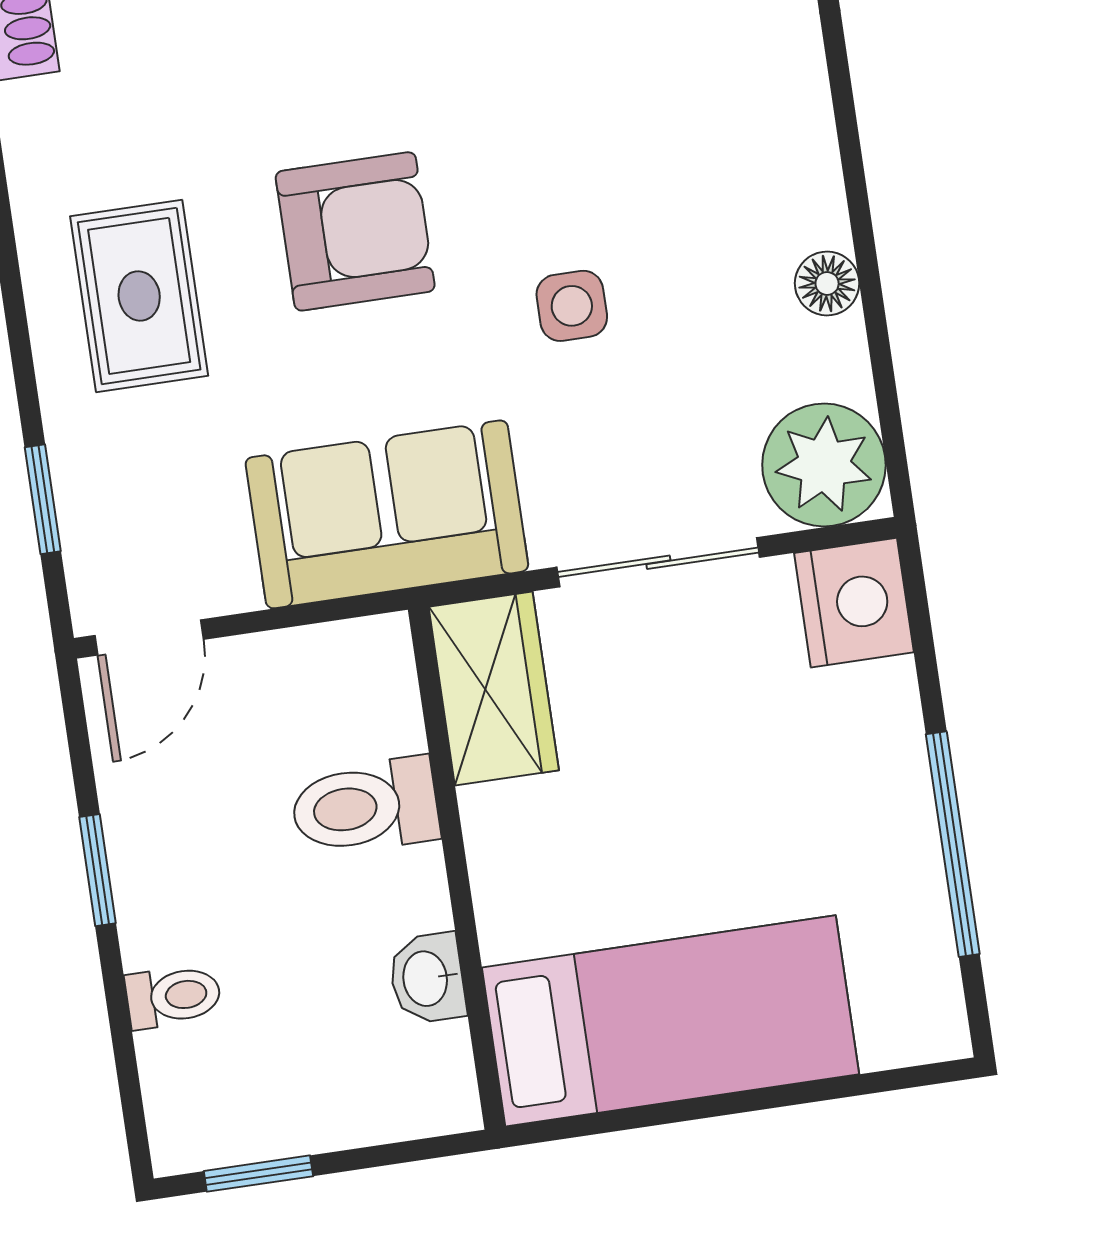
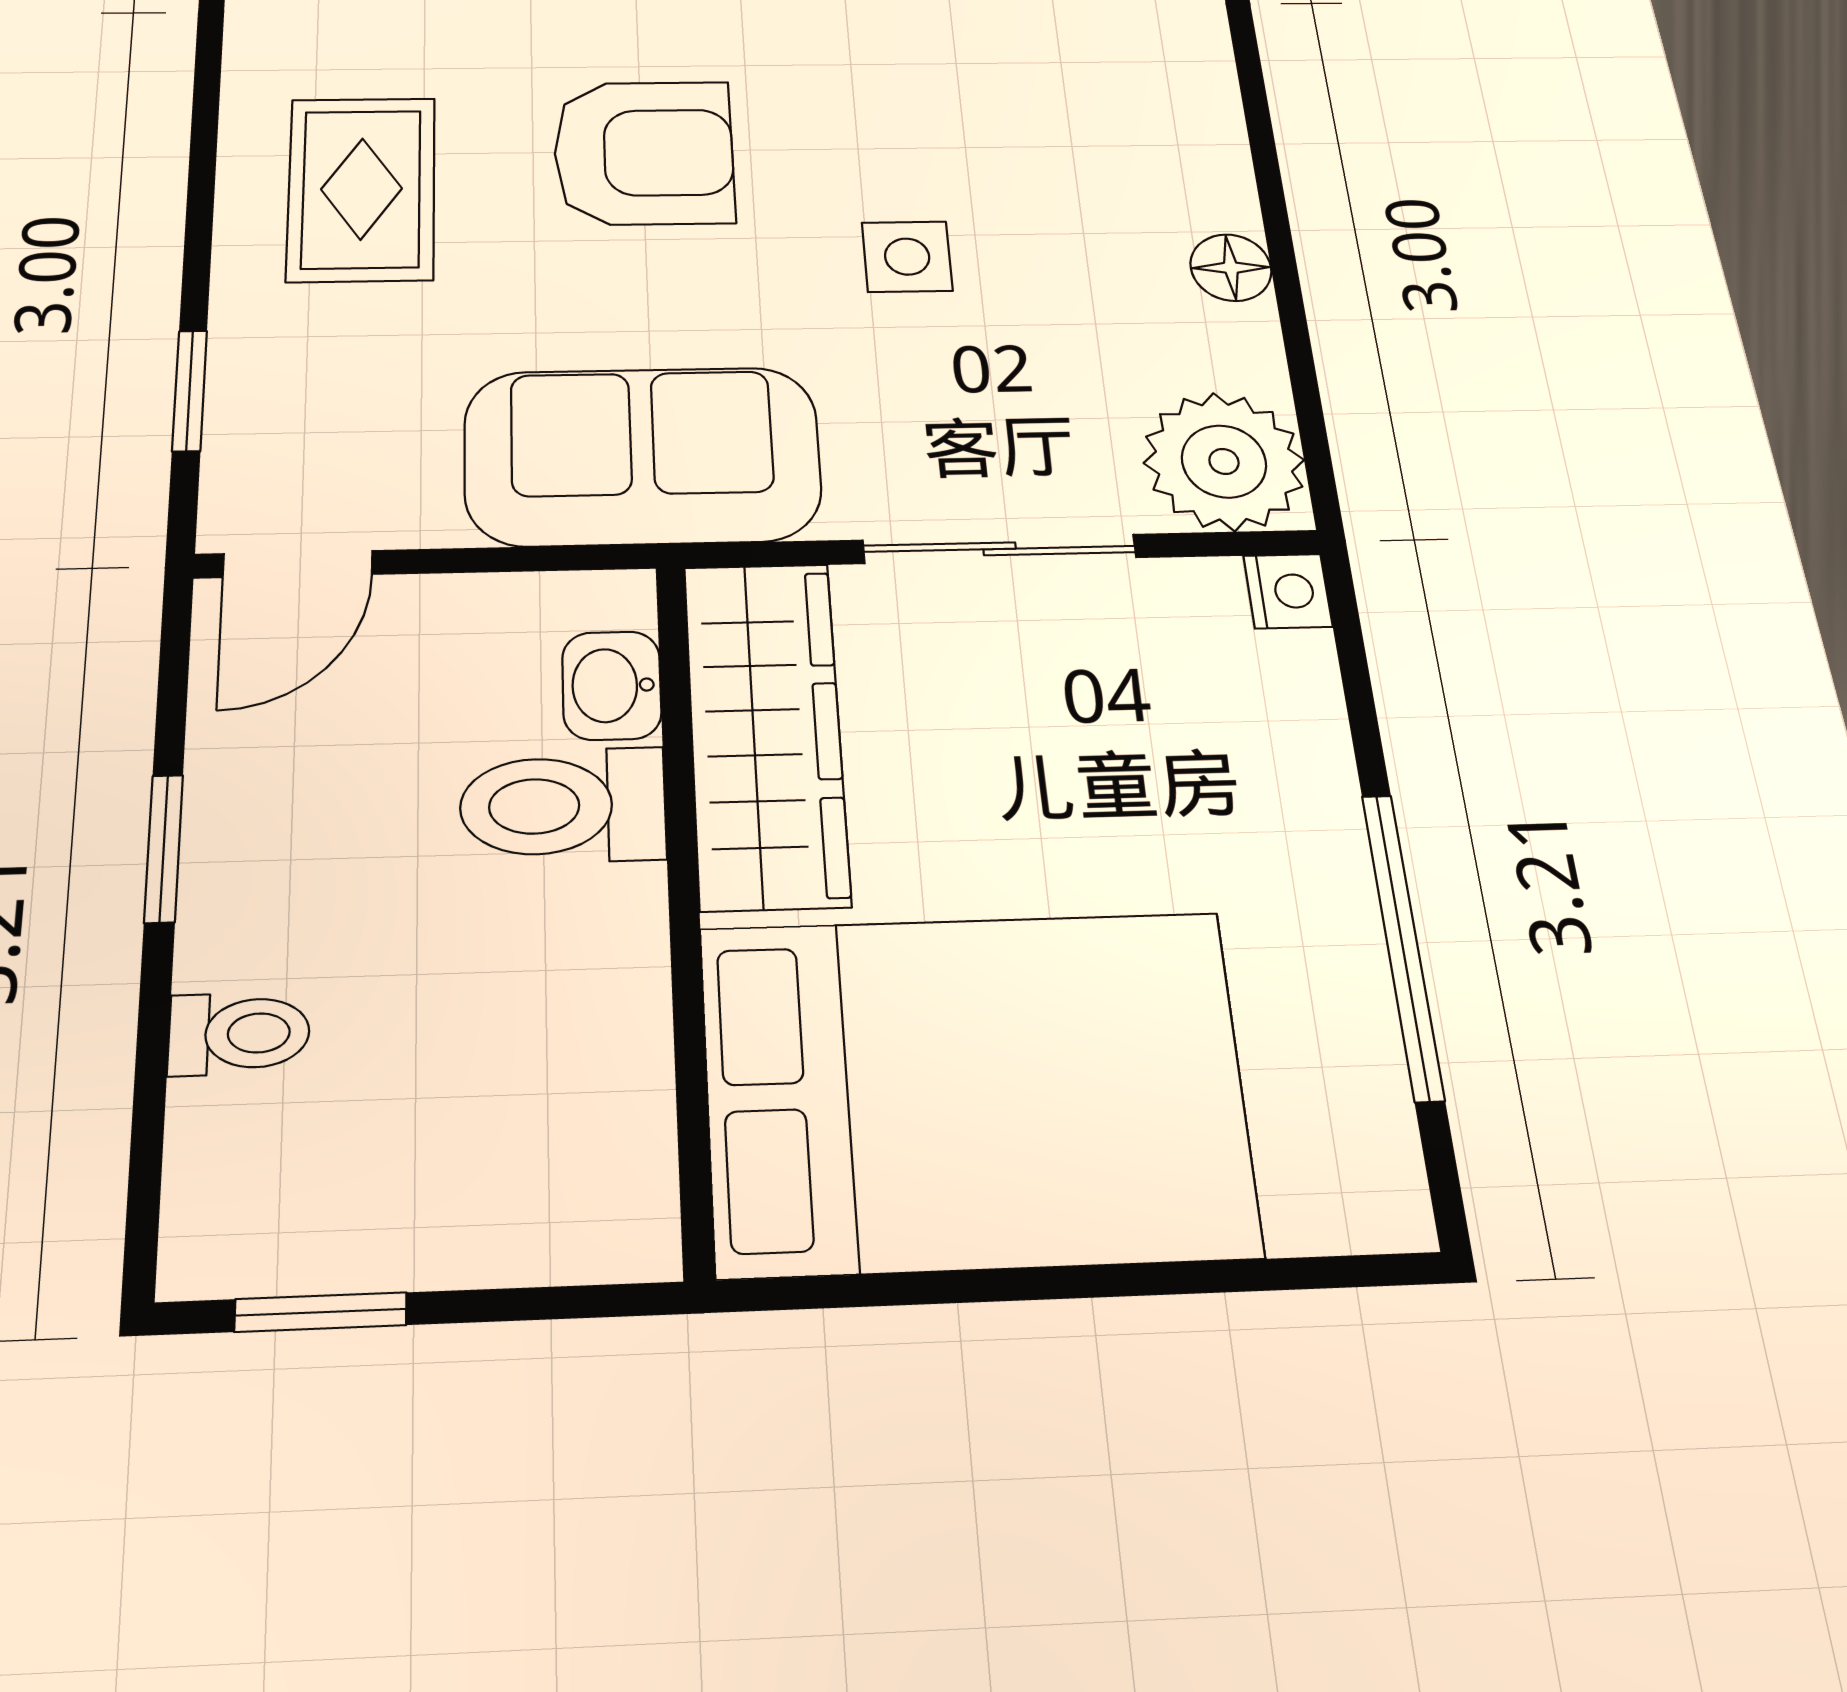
nightstand: (854, 603) -> (1288, 591), width x0.53, depth x0.56
wardrobe: (494, 689) -> (766, 732), width x1.50
washbasin: (427, 978) -> (612, 685), moved
bed: (670, 1021) -> (976, 1090), width x1.50

